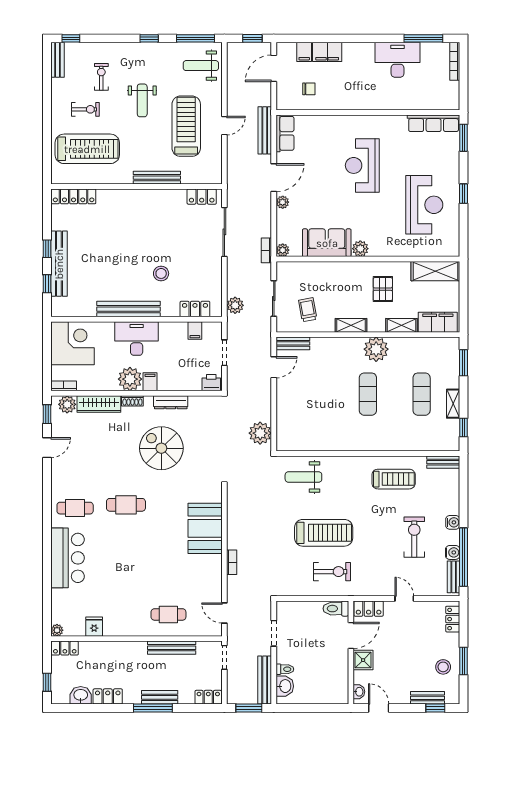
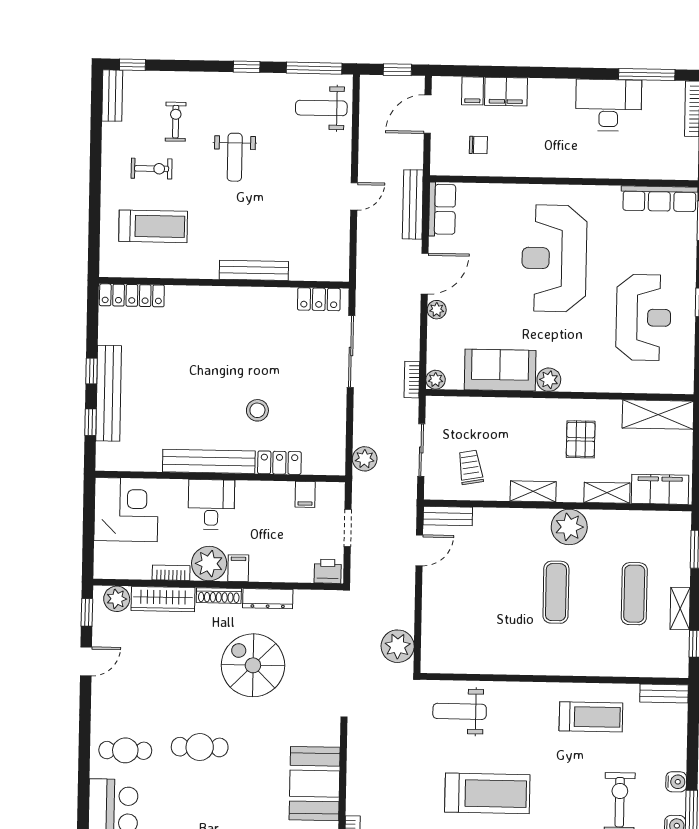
treadmill: (186, 126) -> (298, 196), removed
treadmill: (87, 149) -> (153, 226), width x0.73, depth x0.73
reception desk: (362, 165) -> (554, 258), width x1.36, depth x1.30
locker: (195, 309) -> (279, 463), moved
desk: (137, 339) -> (211, 504), width x0.73
bookcase: (64, 386) -> (171, 573), moved
shoe rack: (132, 401) -> (219, 596), width x1.43

